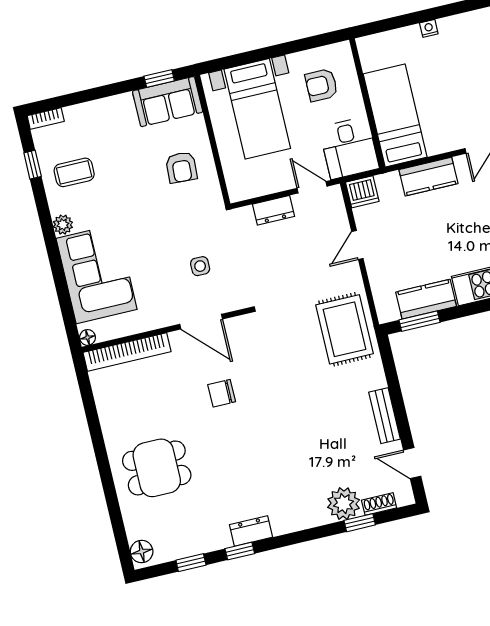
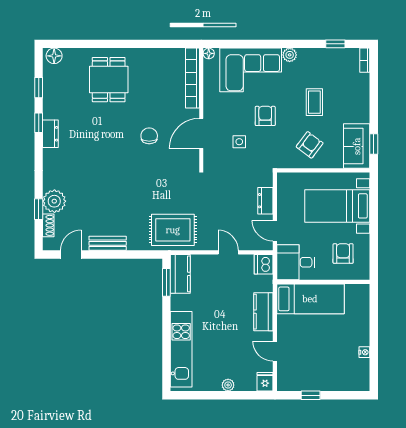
nightstand: (429, 28) -> (364, 352), moved
armchair: (181, 167) -> (310, 145), turned 124
coffee table: (74, 172) -> (314, 102), moved
door: (312, 187) -> (275, 231), swing flipped
armchair: (156, 238) -> (265, 116), added
kitchen counter: (426, 299) -> (180, 274), moved

